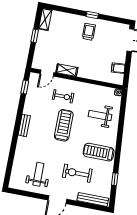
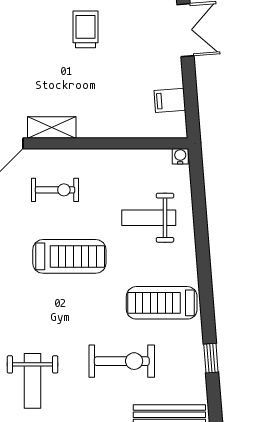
treadmill: (64, 125) -> (69, 256), turned 90
exercise bike: (77, 173) -> (122, 361), turned 180
weight bench: (38, 174) -> (33, 381), turned 180

